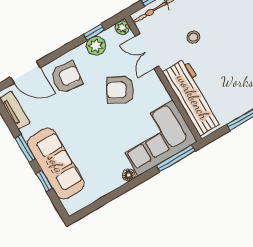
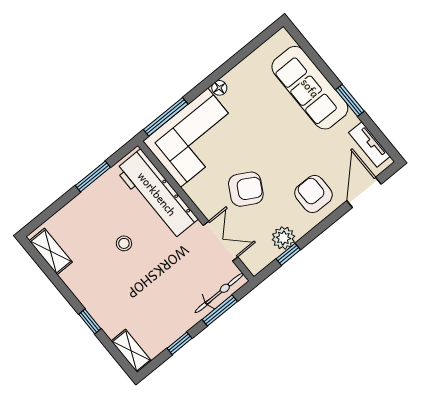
plant: (122, 28) -> (255, 265), removed
stool: (193, 37) -> (124, 243), moved
door: (25, 72) -> (364, 192), hinge flipped
armchair: (66, 77) -> (313, 194), turned 84
window: (44, 181) -> (321, 65), removed

